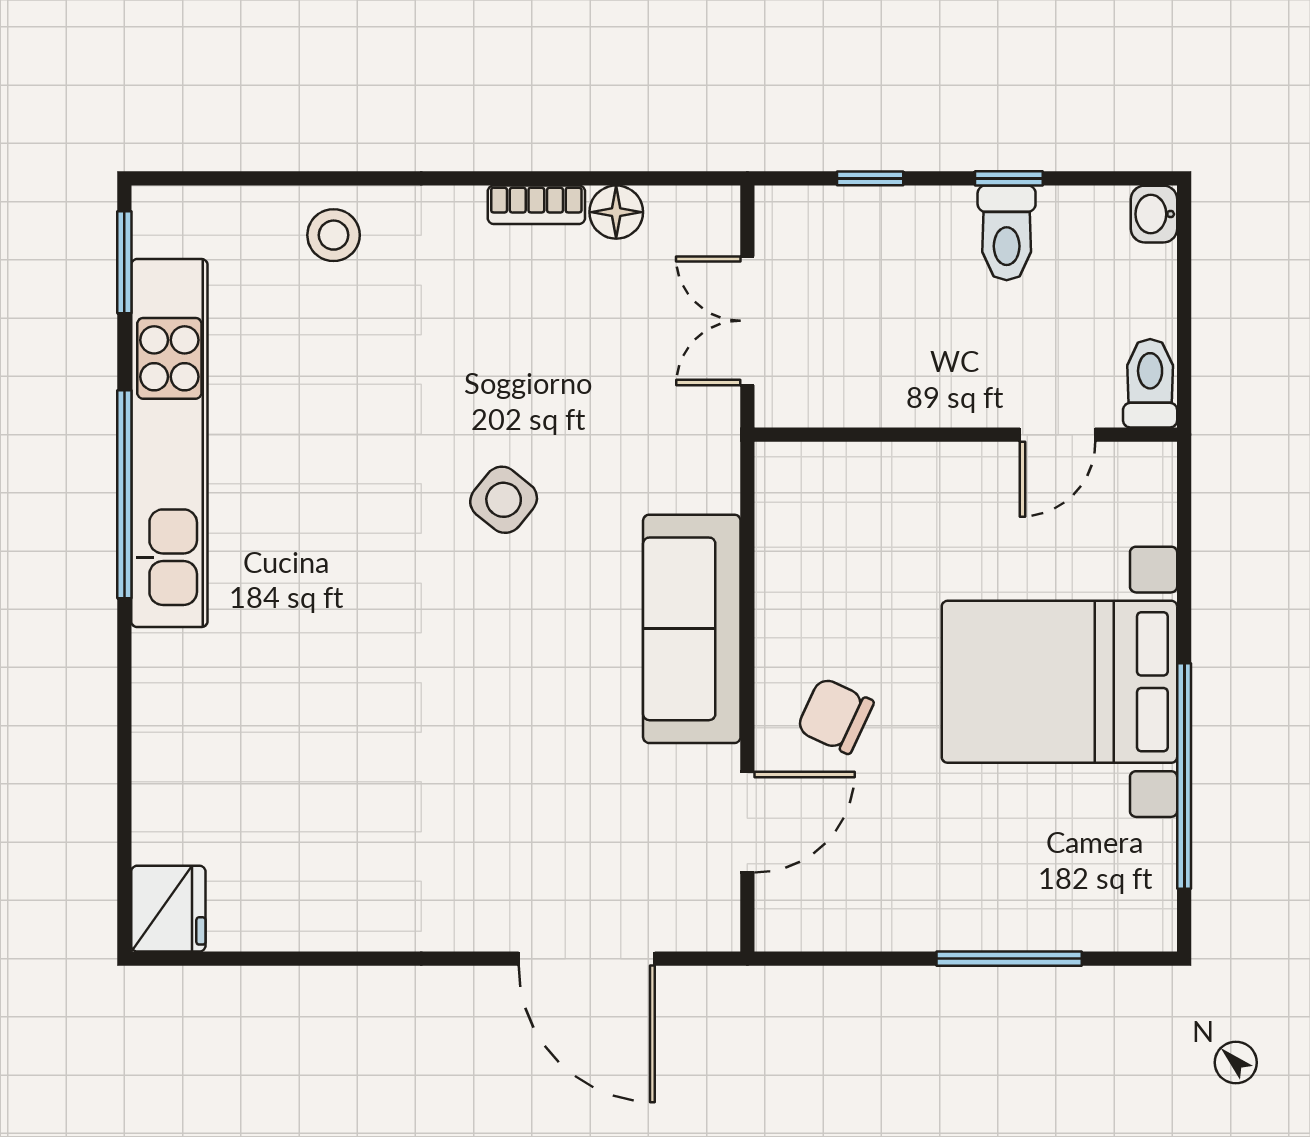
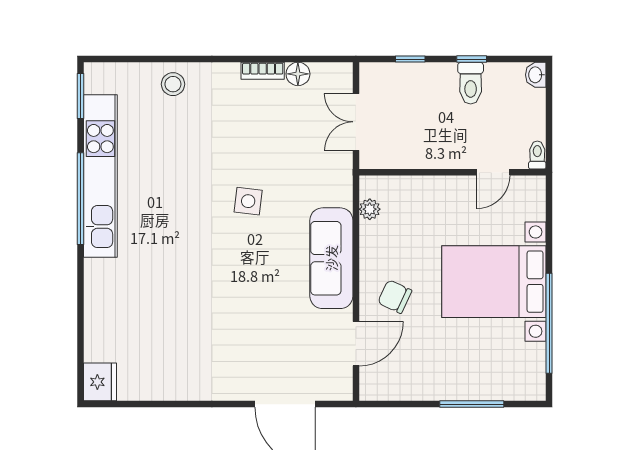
toilet: (1150, 383) -> (537, 155), width x0.73, depth x0.72
side table: (504, 500) -> (248, 201), turned -32
plant: (778, 518) -> (370, 209), added

